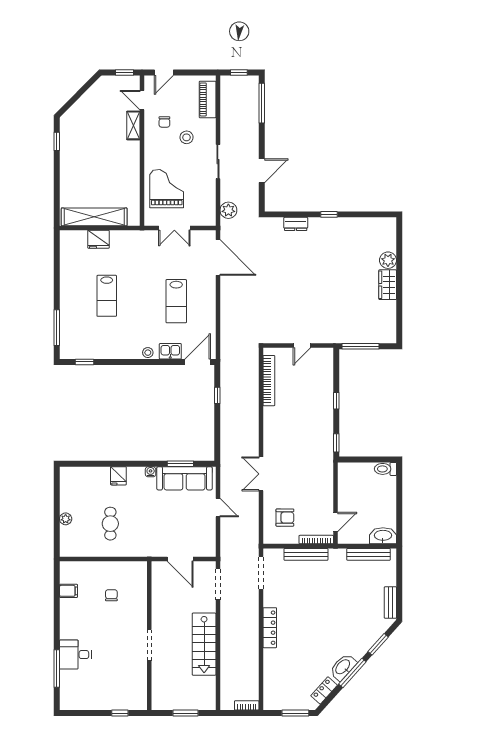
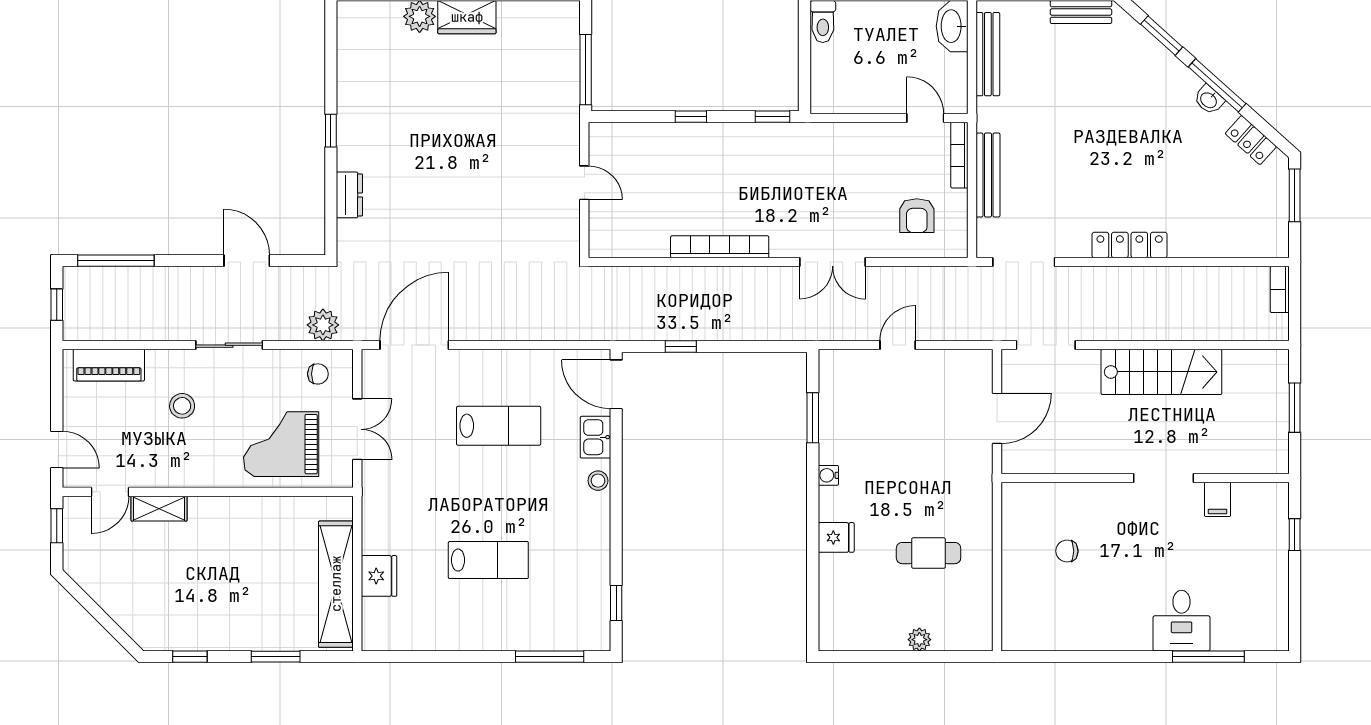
chair: (164, 122) -> (318, 374), moved
window: (57, 186) -> (276, 657), added
bookcase: (269, 381) -> (720, 247), moved
sofa: (185, 478) -> (841, 410), removed
armchair: (285, 518) -> (917, 216), turned 180
filing cabinet: (69, 591) -> (1218, 499), moved, turned 180
washbasin: (343, 667) -> (1209, 100), width x0.52, depth x0.69

